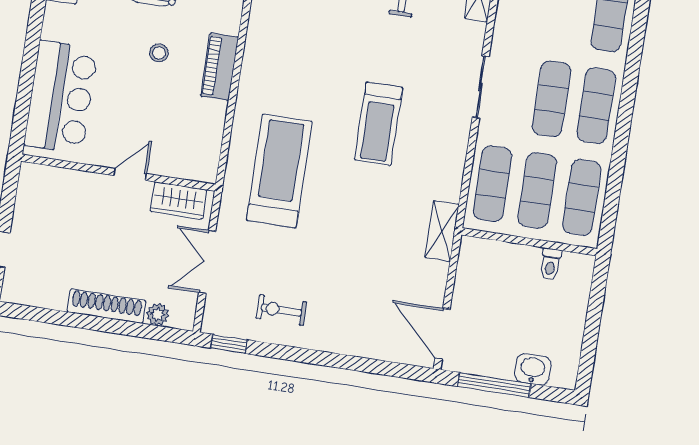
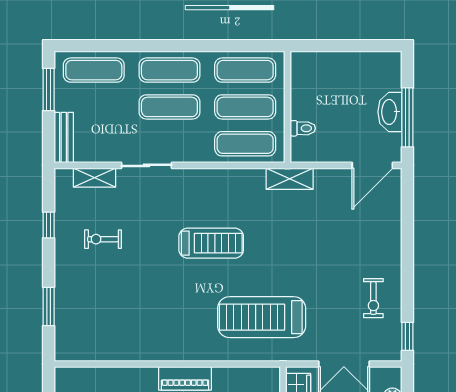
sliding door: (481, 87) -> (147, 165), moved
toilet: (550, 264) -> (303, 128), moved
washbasin: (533, 369) -> (390, 112), moved, width x1.38

